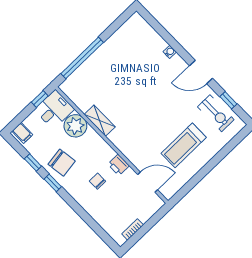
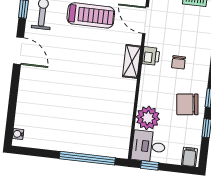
water cooler: (170, 52) -> (18, 134), moved
shelving: (100, 121) -> (132, 61), moved
chair: (62, 163) -> (187, 104), turned -89

